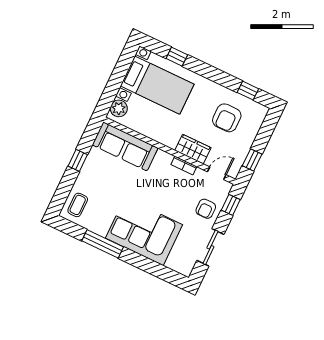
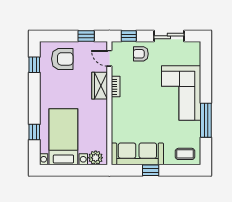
armchair: (227, 118) -> (62, 59), moved
sofa: (125, 146) -> (137, 154), moved, turned -90
armchair: (206, 209) -> (141, 54), turned 180

